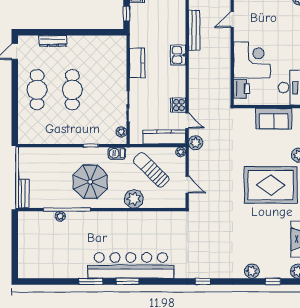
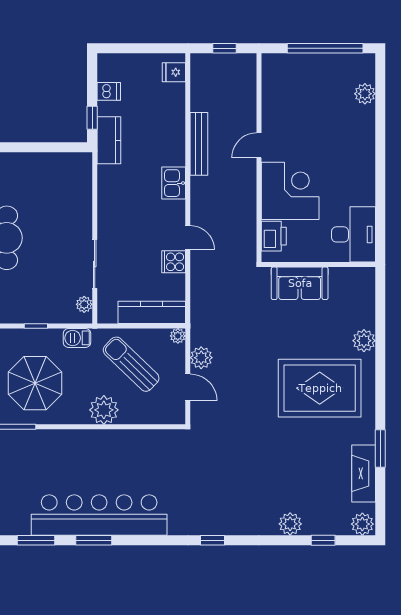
door: (232, 20) -> (259, 145), moved
kitchen counter: (137, 63) -> (109, 140), moved
sofa: (274, 119) -> (300, 283), moved
door: (187, 121) -> (188, 238), moved
plant: (196, 143) -> (201, 358), moved

